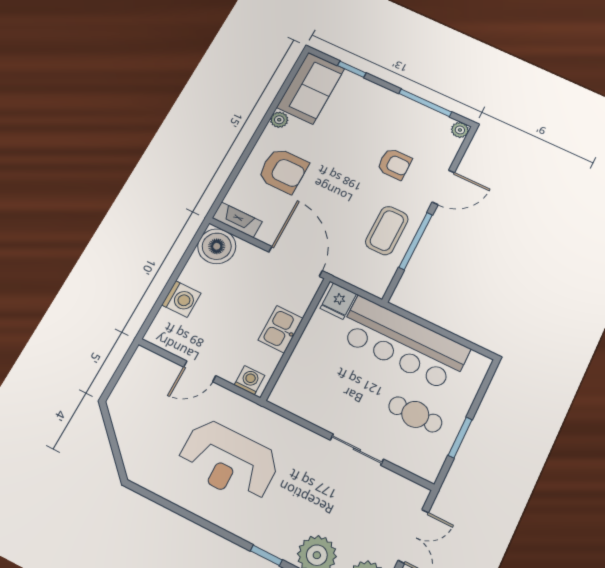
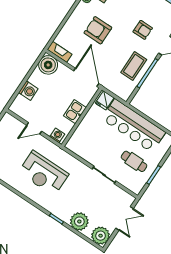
armchair: (283, 171) -> (98, 30), moved, turned 180

